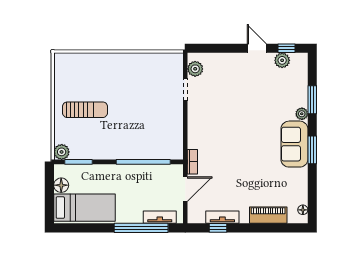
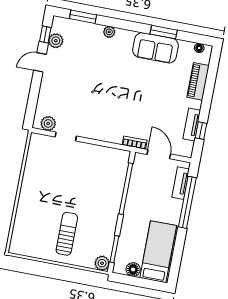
window: (312, 100) -> (83, 17), moved
sofa: (294, 144) -> (156, 48), moved
window: (312, 150) -> (164, 32), moved

